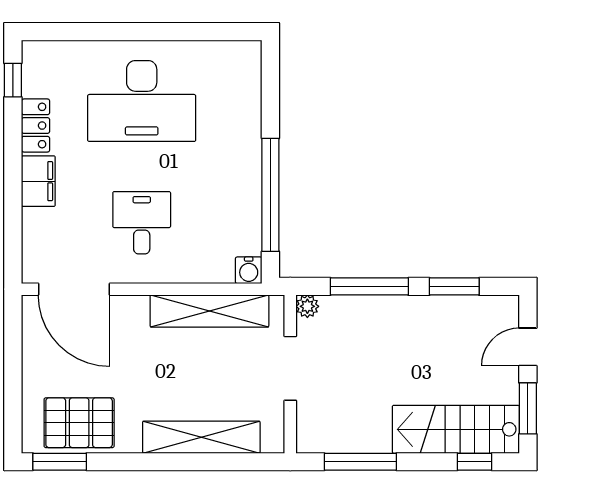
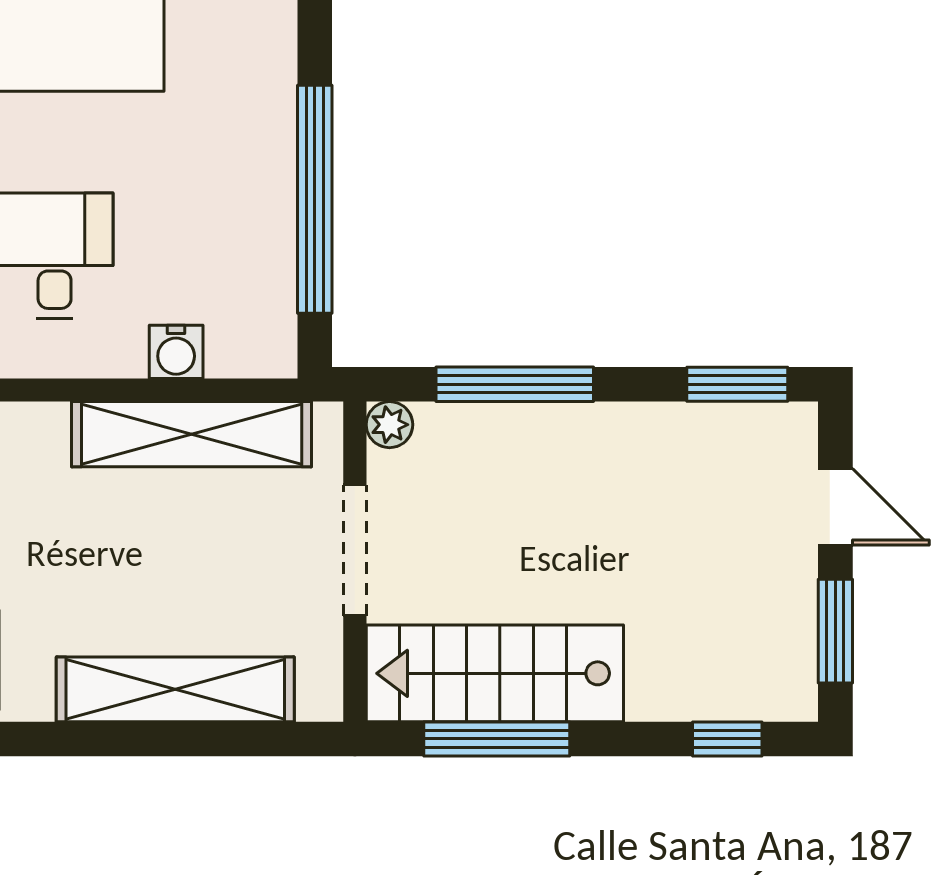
water cooler: (249, 270) -> (176, 352), moved
window: (454, 286) -> (737, 384), moved
door: (528, 347) -> (835, 507), swing flipped
stairs: (456, 429) -> (495, 673), moved

